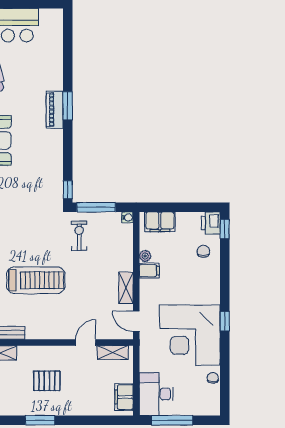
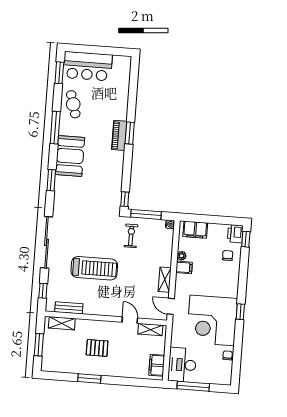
door: (86, 342) -> (130, 320), hinge flipped

